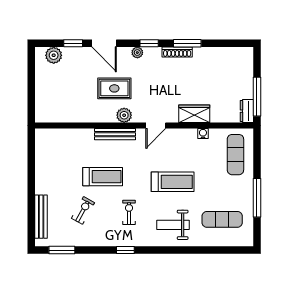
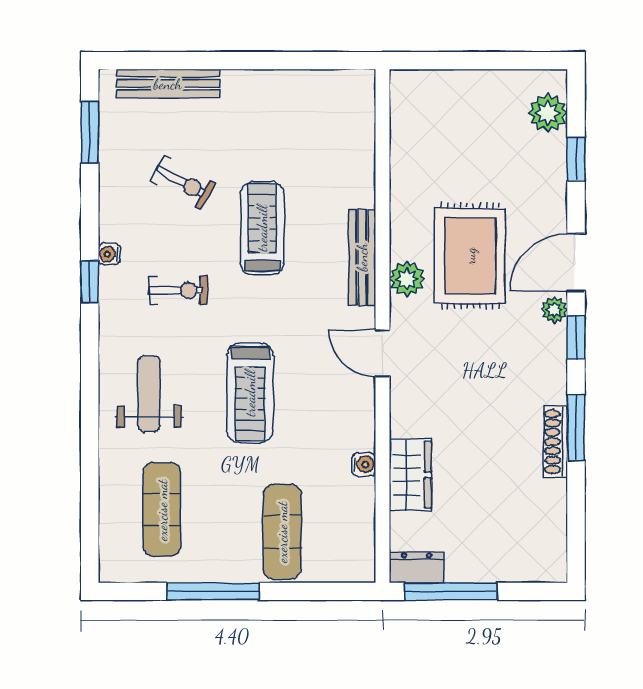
door: (104, 43) -> (576, 262), moved
shoe rack: (177, 52) -> (555, 442), moved
rug: (114, 88) -> (470, 256), width x1.36, depth x1.43
wardrobe: (194, 114) -> (410, 475), moved
exercise mat: (235, 155) -> (282, 532), moved, turned 90
treadmill: (103, 177) -> (262, 228), turned 180
water cooler: (114, 242) -> (109, 254), added

